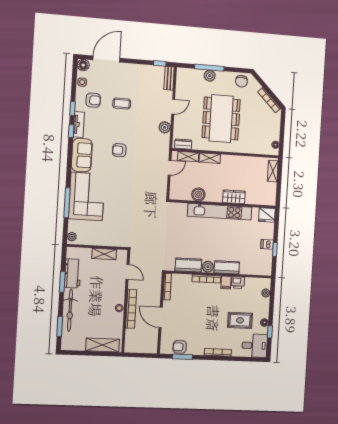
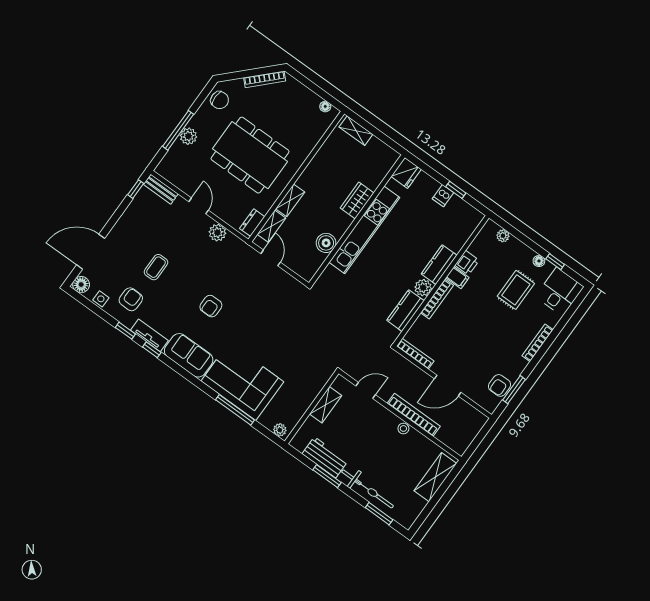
door: (106, 59) -> (91, 252), hinge flipped

